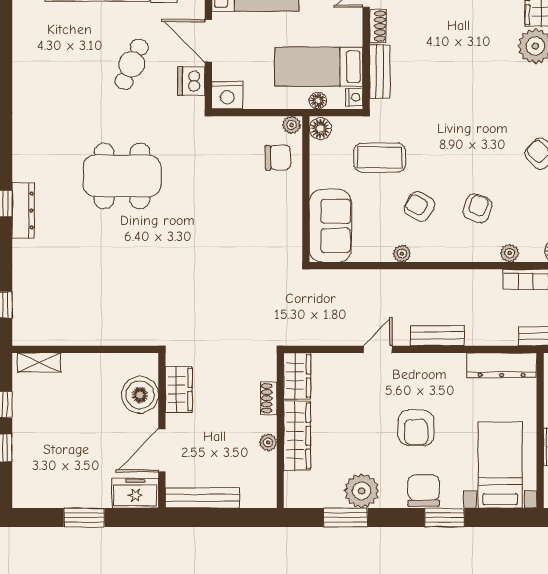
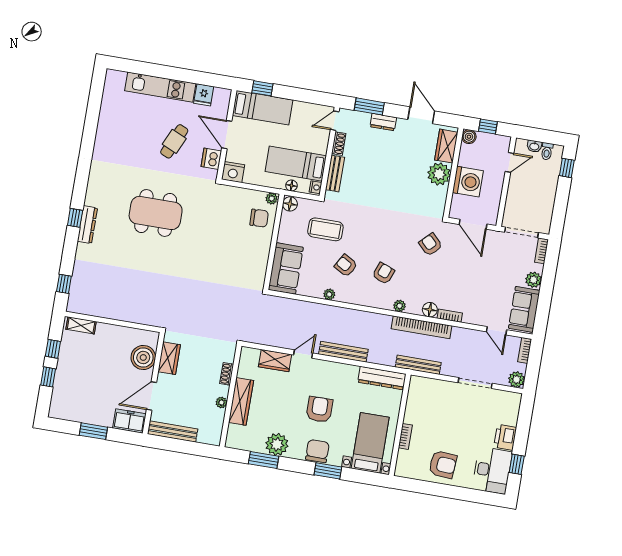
bench: (437, 336) -> (343, 352), width x1.36
wardrobe: (297, 376) -> (275, 361), moved, turned 90
armchair: (416, 428) -> (319, 409), turned 180

